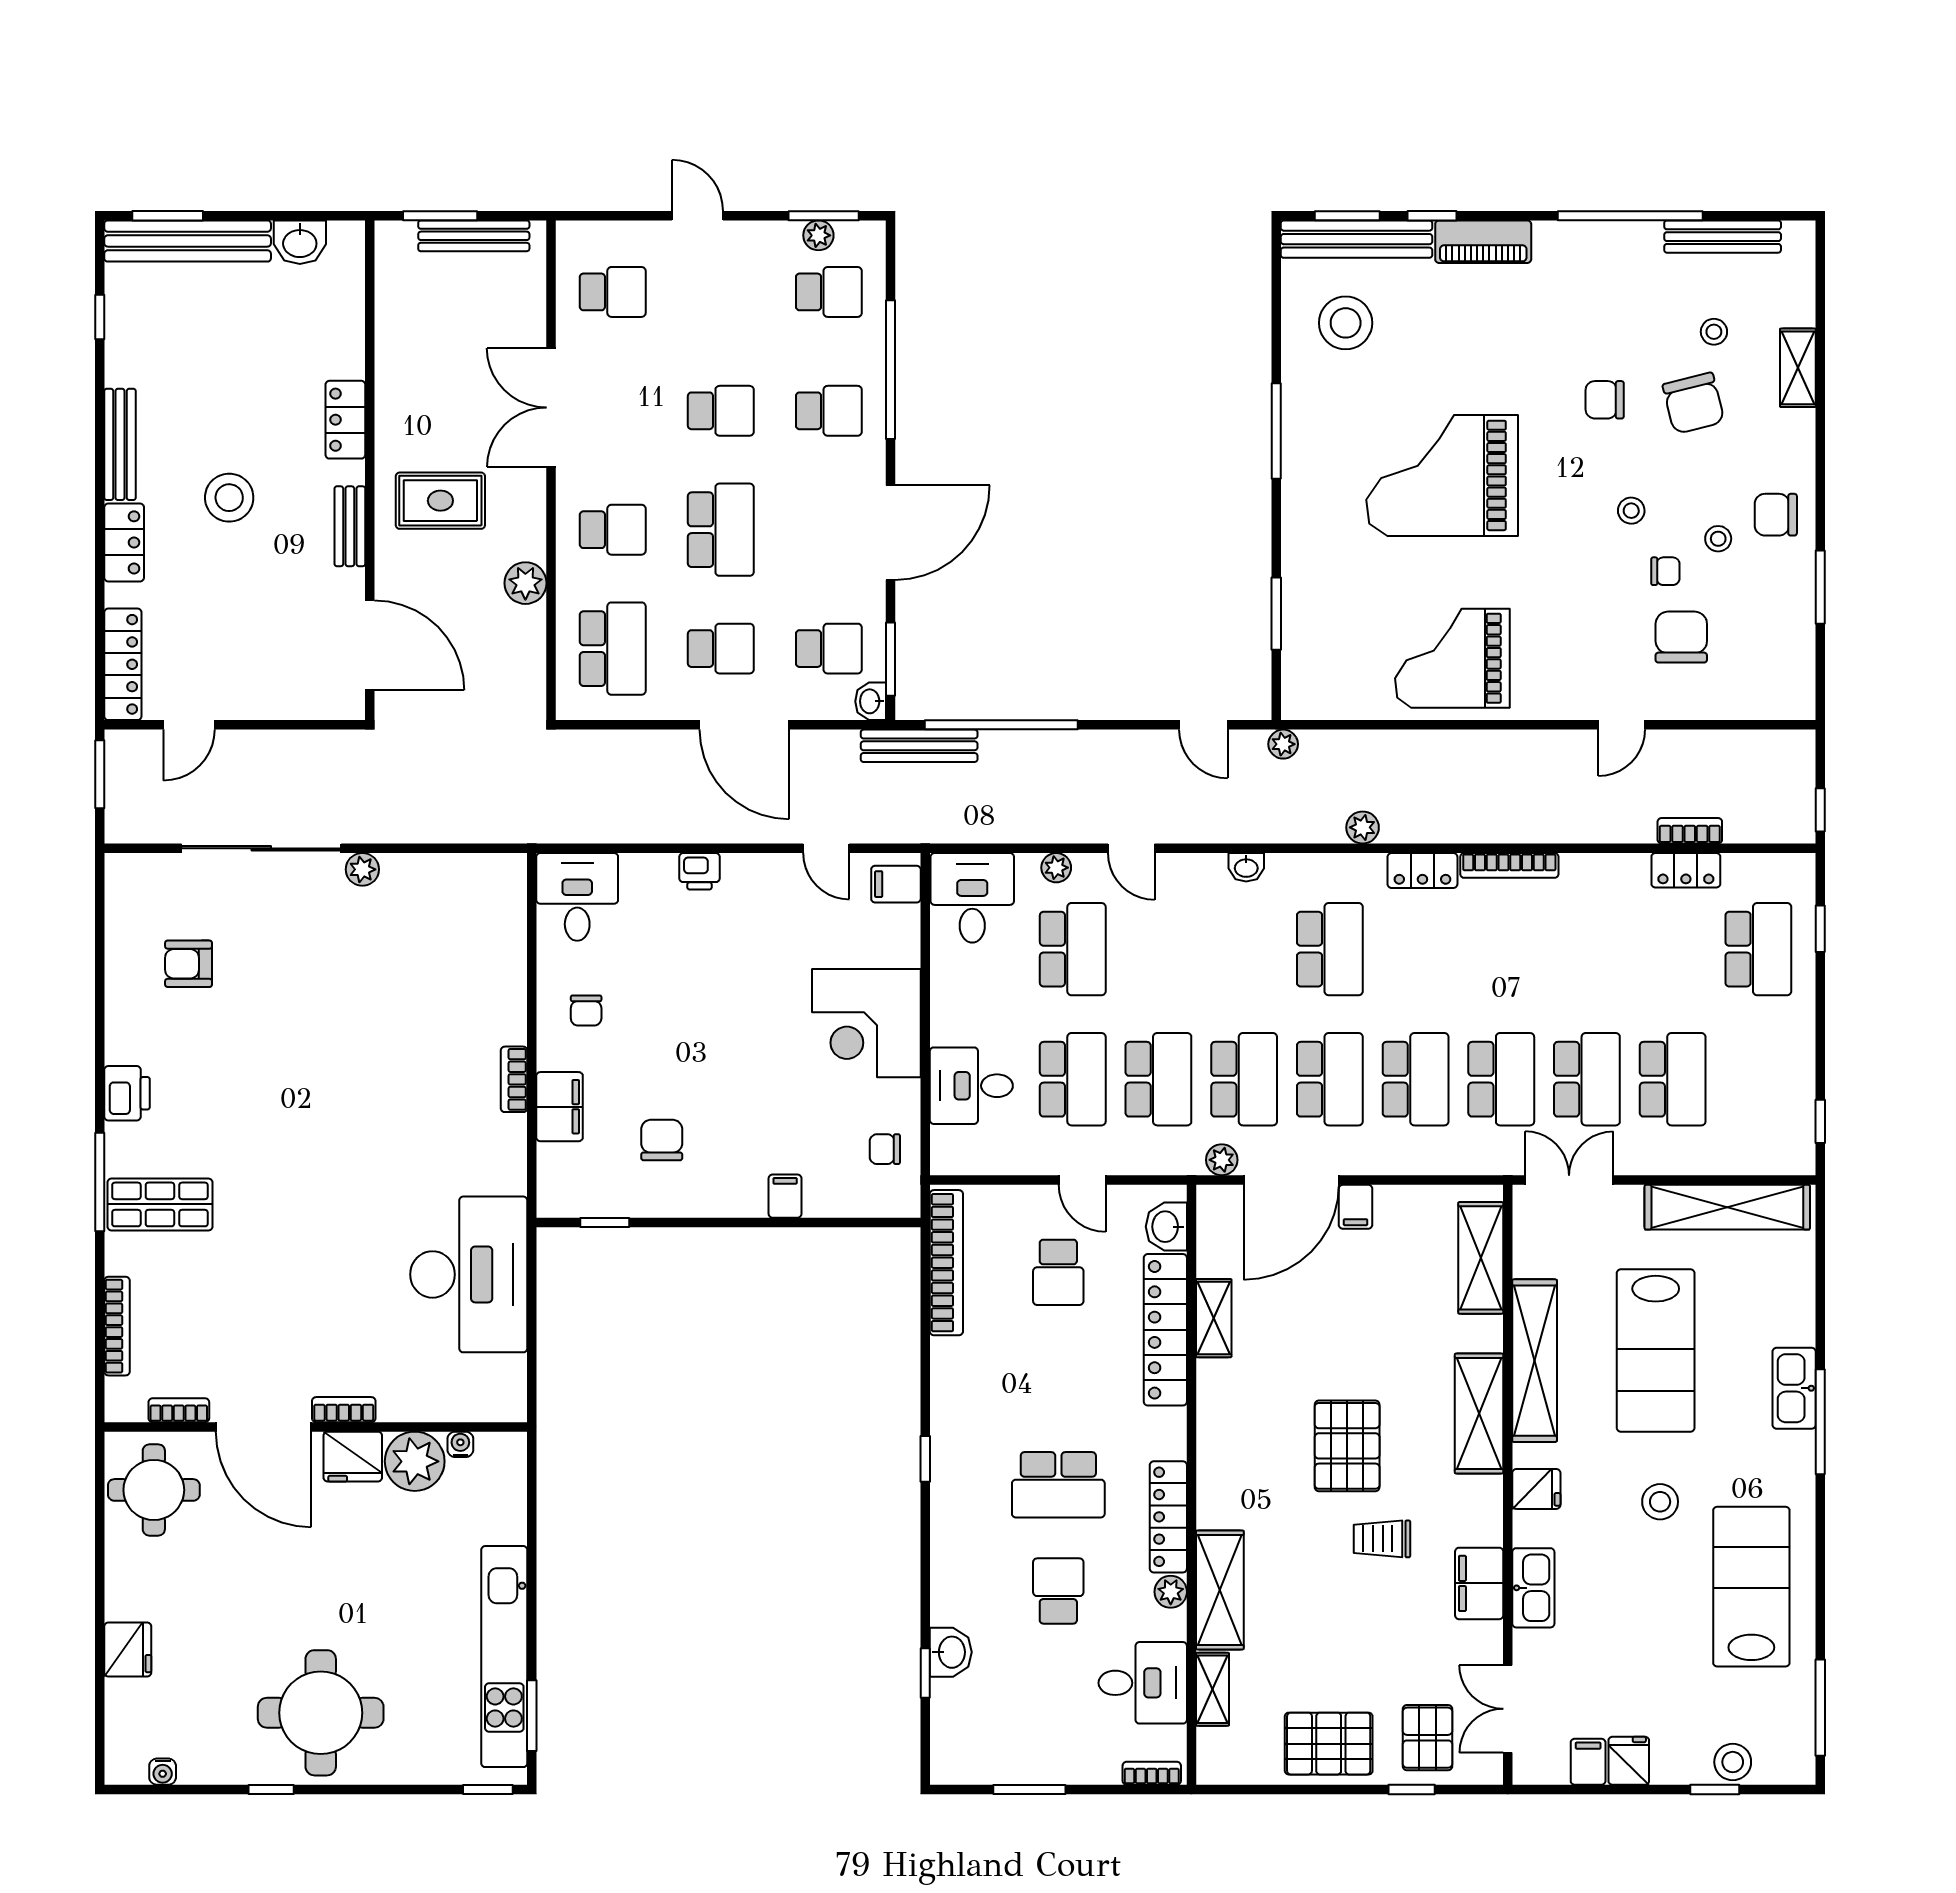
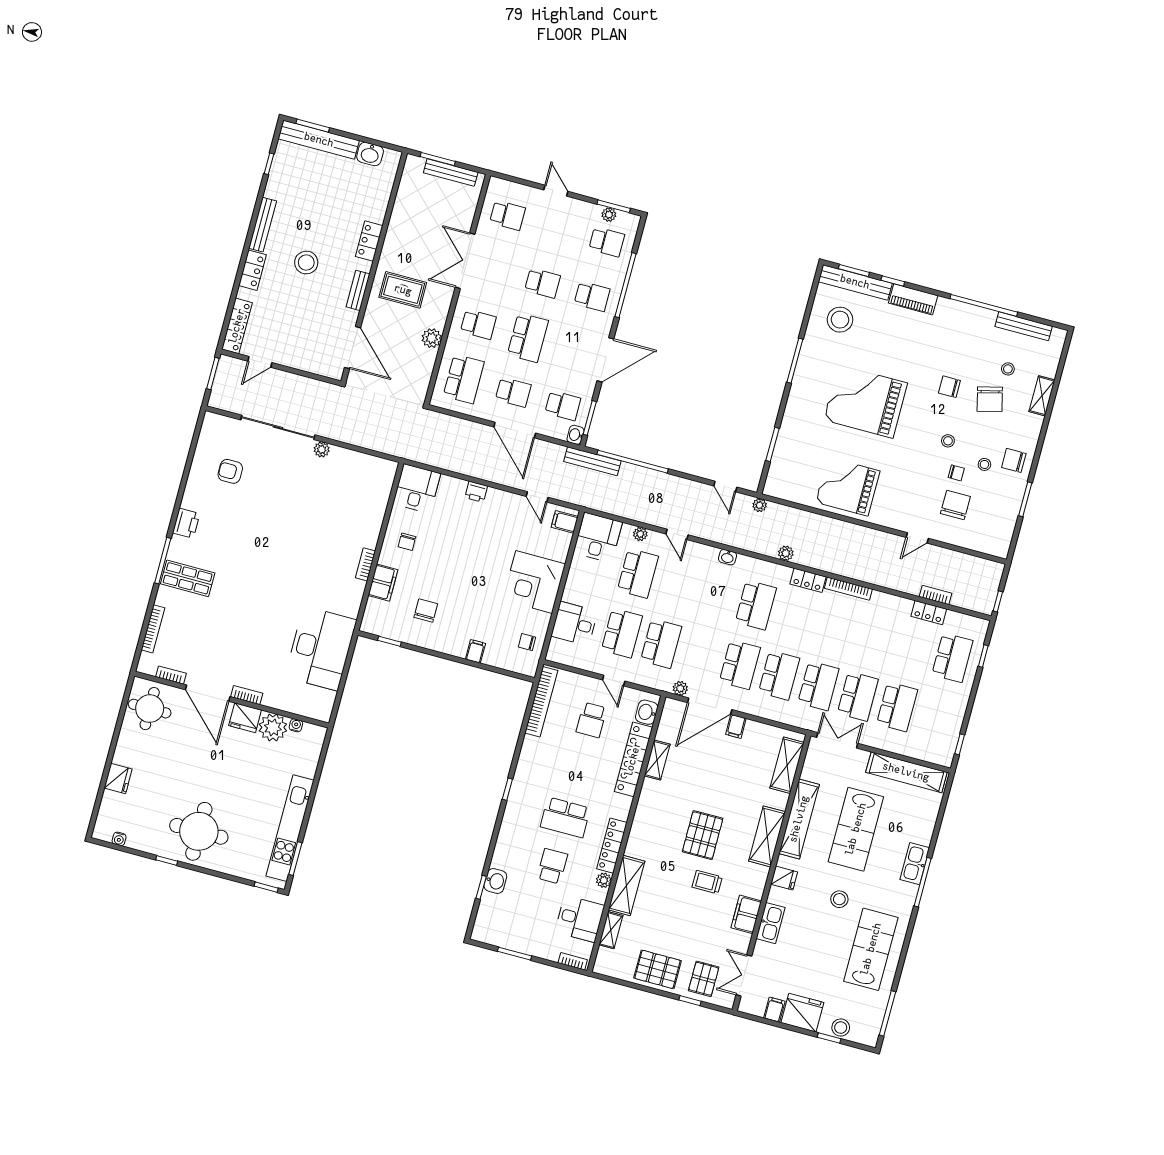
school desk: (1244, 1079) -> (700, 654), removed
fridge: (1629, 1761) -> (802, 1013), width x1.88, depth x1.34

